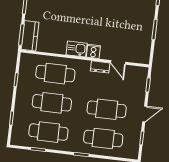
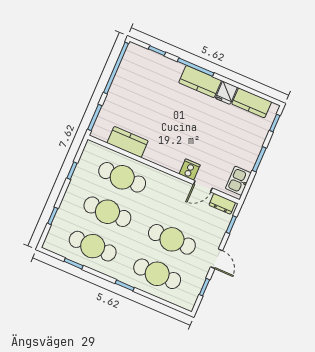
kitchen counter: (30, 36) -> (128, 142), moved, turned -90
kitchen sink: (77, 49) -> (238, 181), moved, turned -90
cooker: (93, 51) -> (190, 169), moved
door: (118, 62) -> (203, 186), hinge flipped
dresser: (100, 67) -> (222, 204), moved
door: (145, 114) -> (217, 259), hinge flipped

